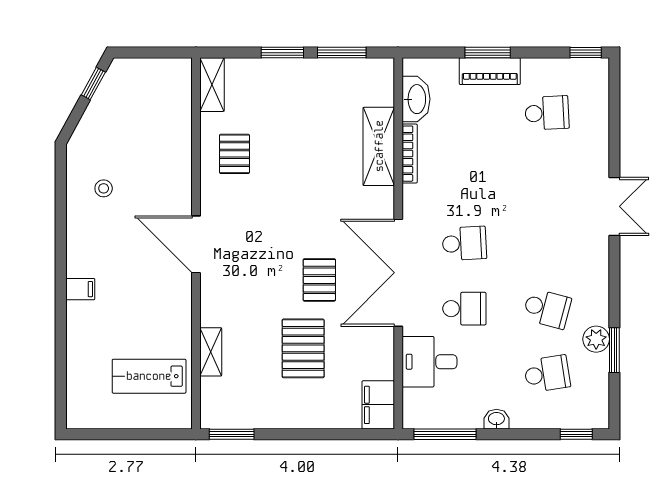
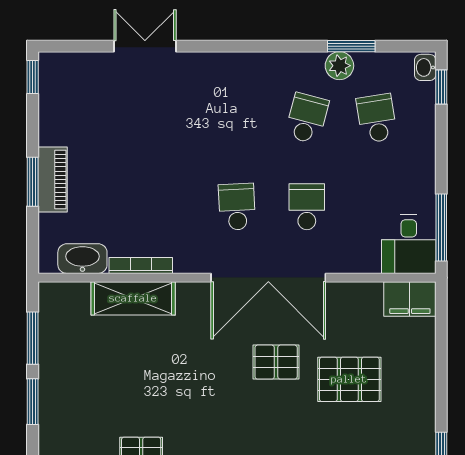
school desk: (547, 113) -> (97, 118), removed
double door: (614, 206) -> (145, 46), moved
desk: (429, 362) -> (409, 244), moved
washbasin: (496, 419) -> (425, 67), moved

